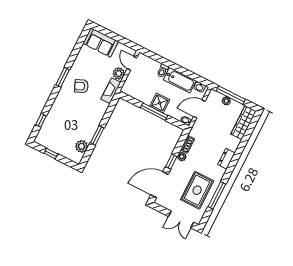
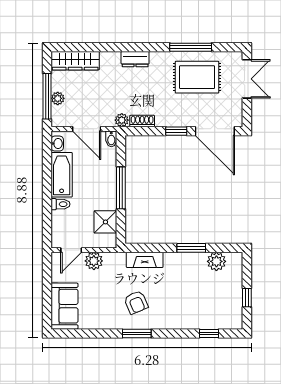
fireplace: (111, 91) -> (145, 260), moved
shower: (160, 103) -> (105, 222), moved
plant: (182, 157) -> (122, 120), moved

